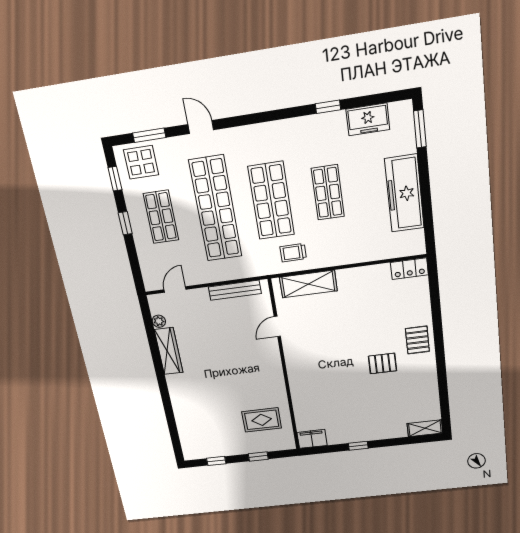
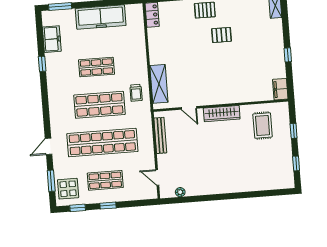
wardrobe: (169, 351) -> (222, 114), moved, turned 180
pallet: (383, 363) -> (222, 35), turned 90

